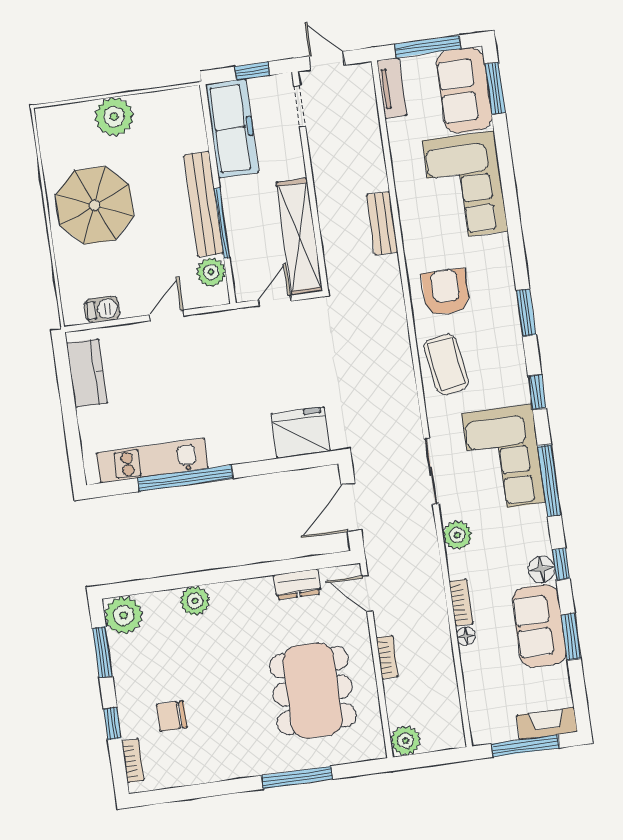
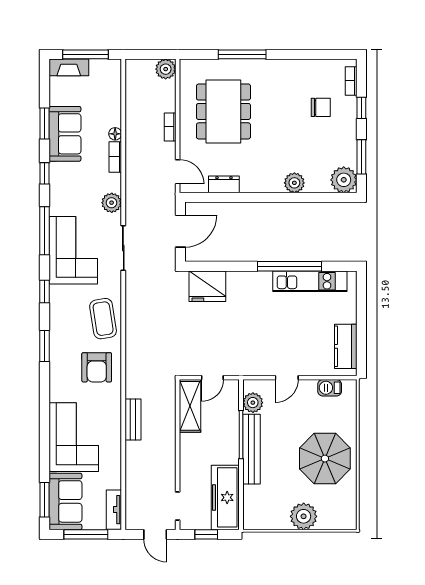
shelving: (299, 237) -> (190, 406), width x0.68
floor lamp: (541, 569) -> (58, 172), removed

